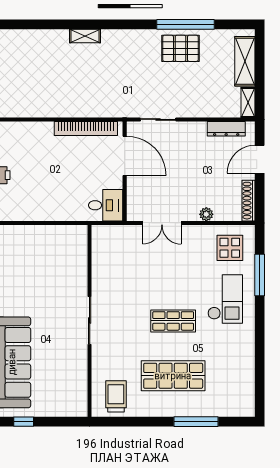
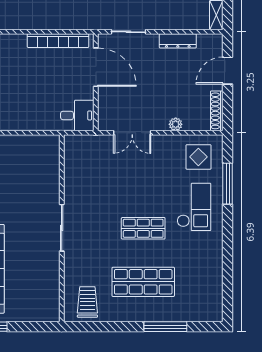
dresser: (226, 129) -> (178, 41), moved

